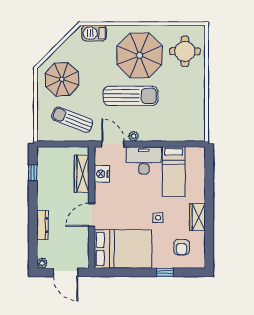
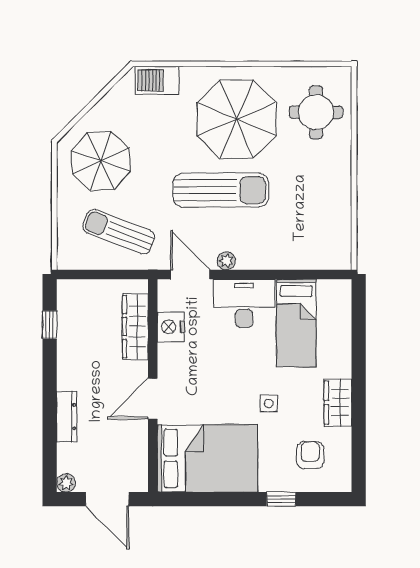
armchair: (182, 247) -> (310, 455), turned 180

